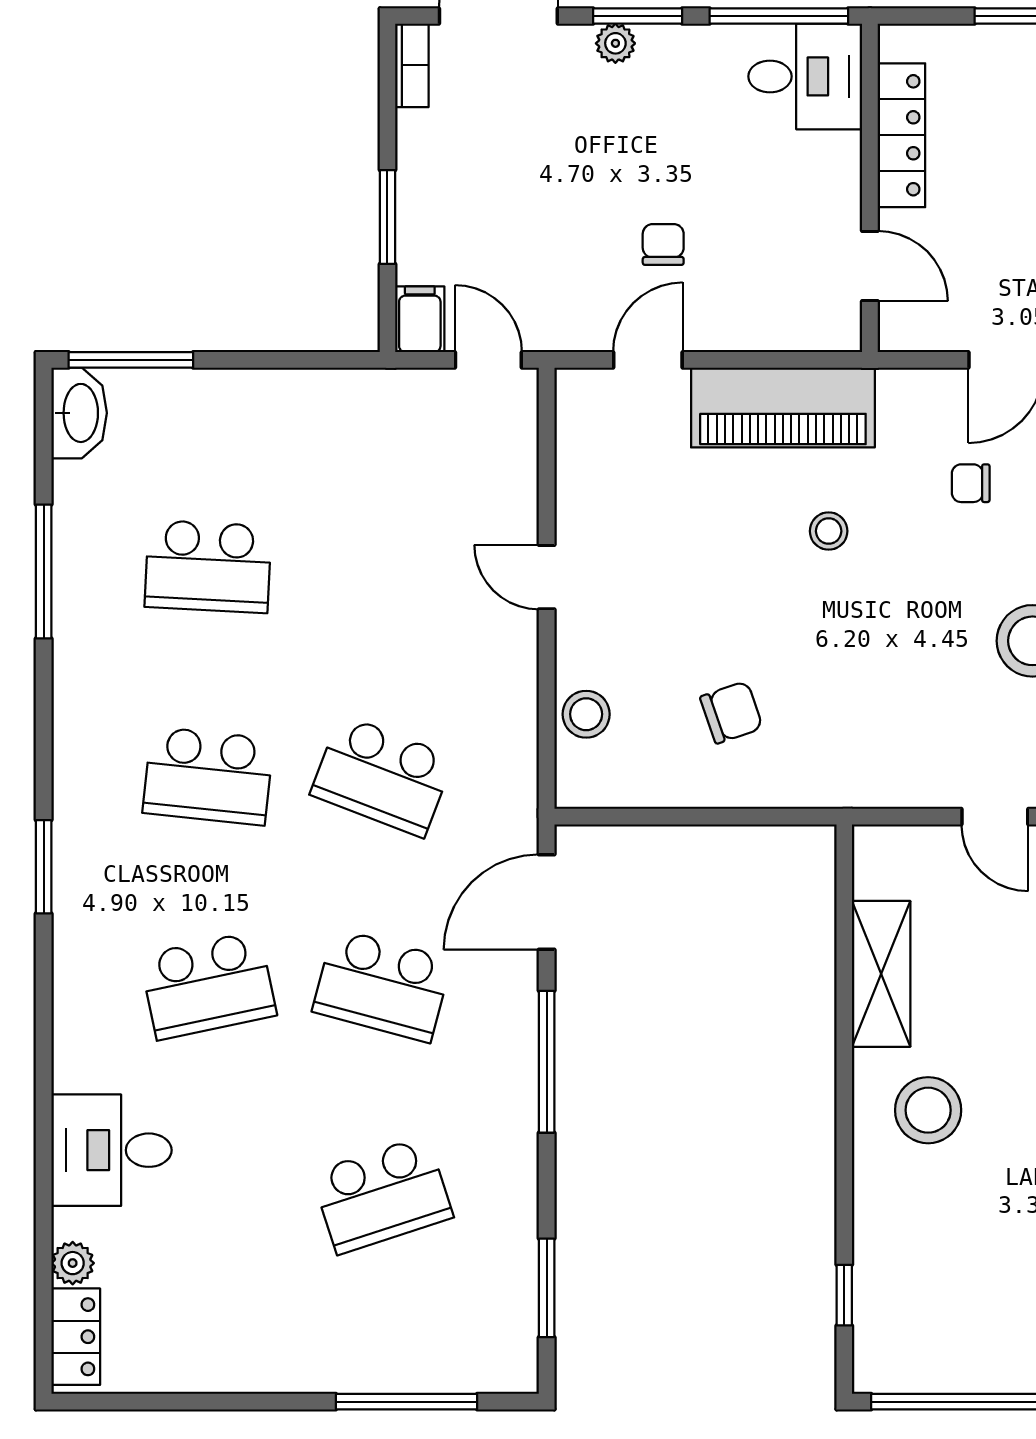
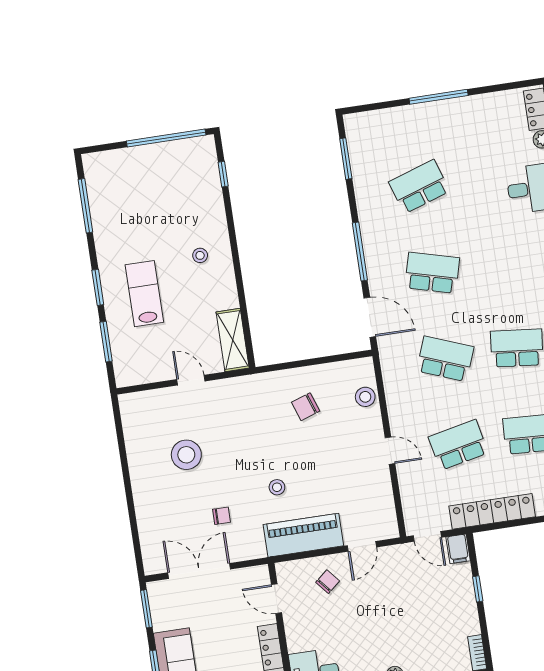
window: (387, 217) -> (478, 589), width x0.67
chair: (663, 245) -> (328, 582), moved, turned -130
locker: (325, 396) -> (492, 511), added
door: (547, 902) -> (370, 317), hinge flipped
shelving: (881, 974) -> (233, 340), moved
school desk: (208, 985) -> (458, 445), moved
stool: (928, 1110) -> (200, 255), width x0.53, depth x0.53
window: (407, 1402) -> (439, 97), moved

